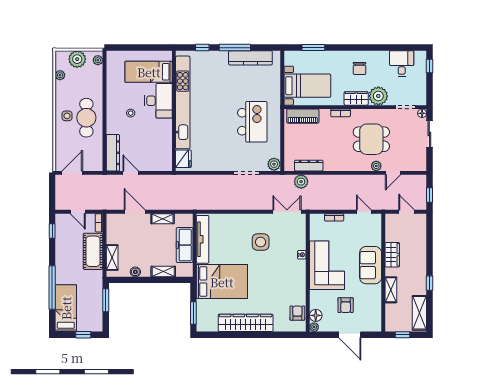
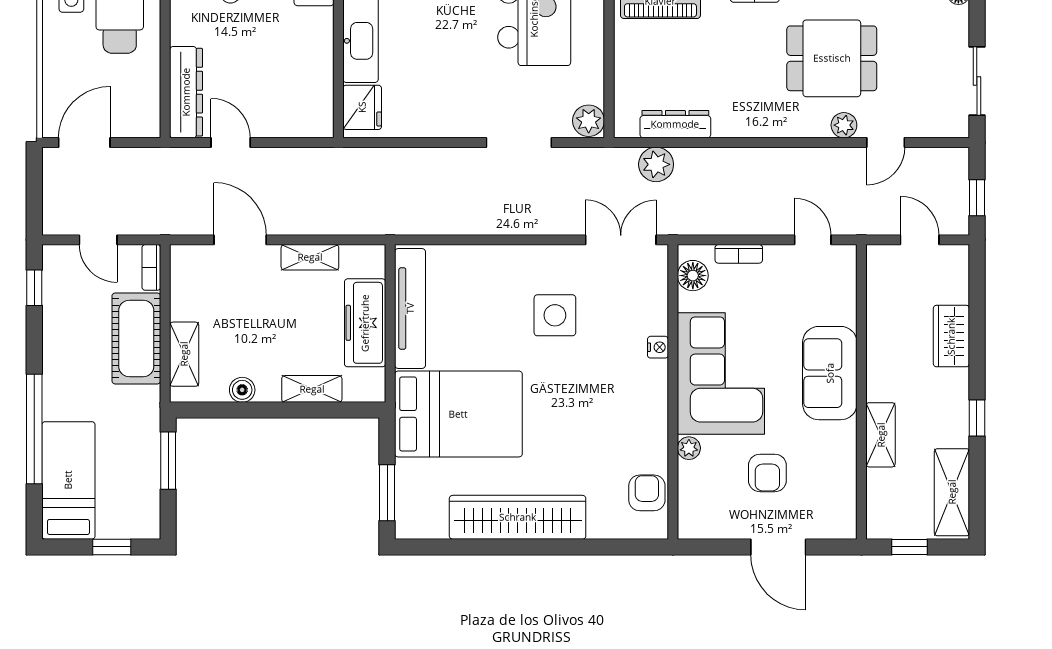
sliding door: (429, 134) -> (977, 81), moved
wardrobe: (392, 255) -> (951, 336), moved, turned 180
floor lamp: (316, 315) -> (693, 276), moved
plant: (314, 327) -> (689, 448), moved

